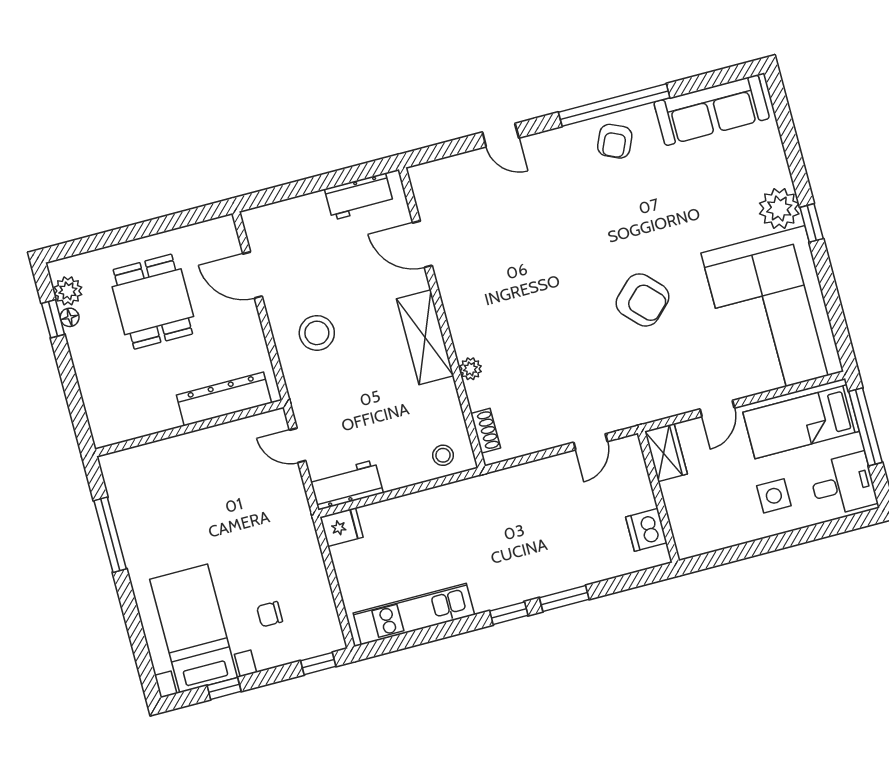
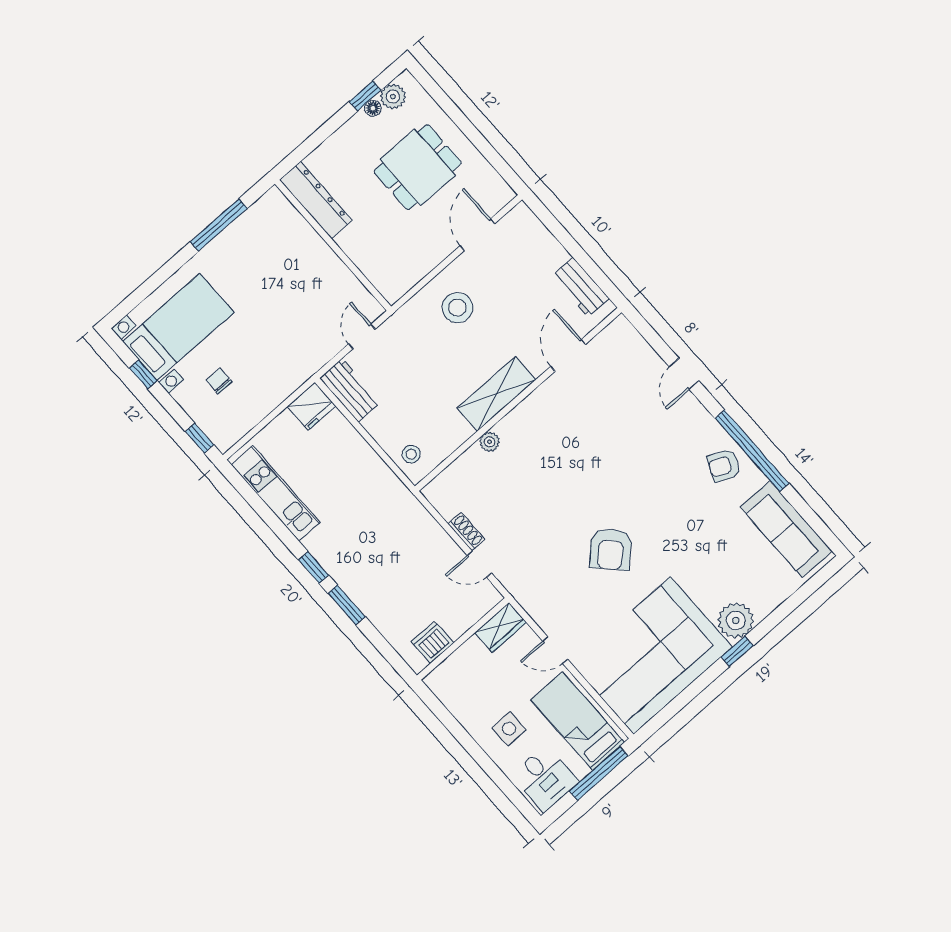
dresser: (224, 399) -> (316, 200), moved
shoe rack: (486, 431) -> (466, 532), moved, turned -90
fridge: (342, 527) -> (311, 406), width x1.38

